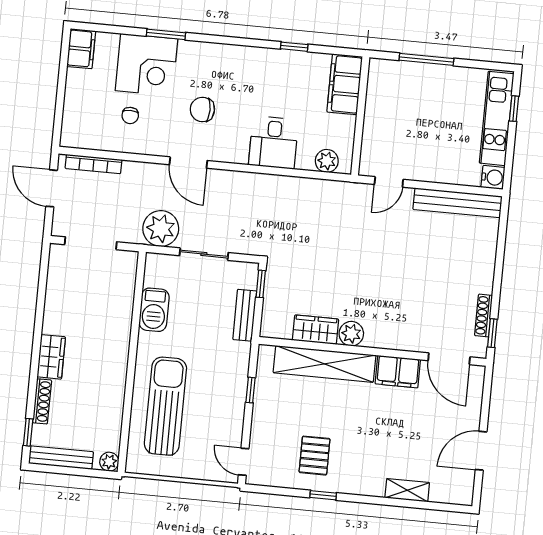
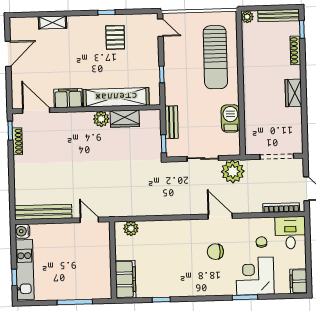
chair: (202, 109) -> (215, 252), turned 180
desk: (274, 142) -> (290, 233), moved
door: (389, 182) -> (89, 220), hinge flipped
wardrobe: (51, 357) -> (293, 93), moved

